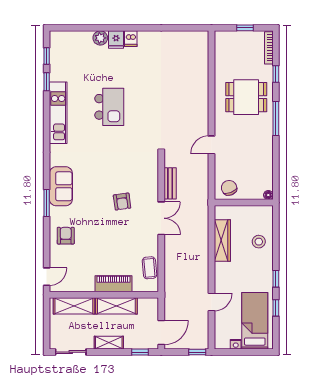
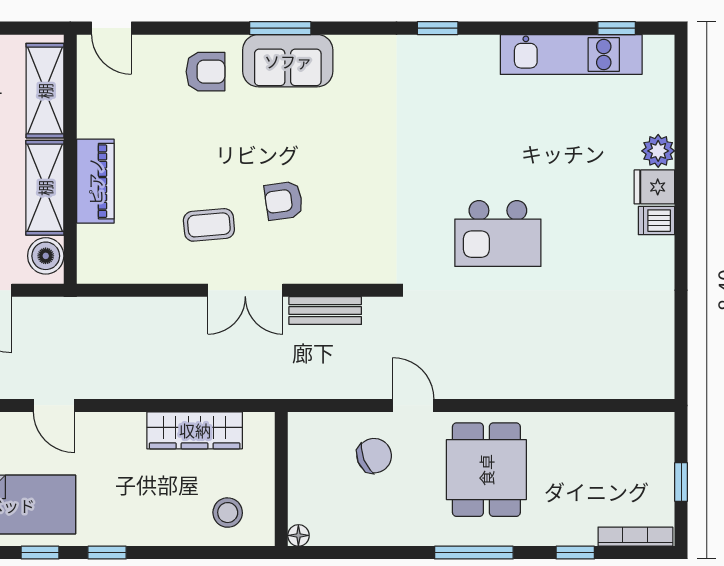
window: (47, 82) -> (438, 28), moved
dining table: (246, 97) -> (486, 470), moved
kitchen island: (109, 107) -> (498, 234), moved
kitchen unit: (58, 113) -> (571, 54), moved
sofa: (61, 186) -> (288, 61), moved
chair: (229, 188) -> (374, 456), moved
stool: (259, 242) -> (228, 513), moved
coffee table: (149, 268) -> (209, 225), moved
boiler: (146, 305) -> (46, 256), added

